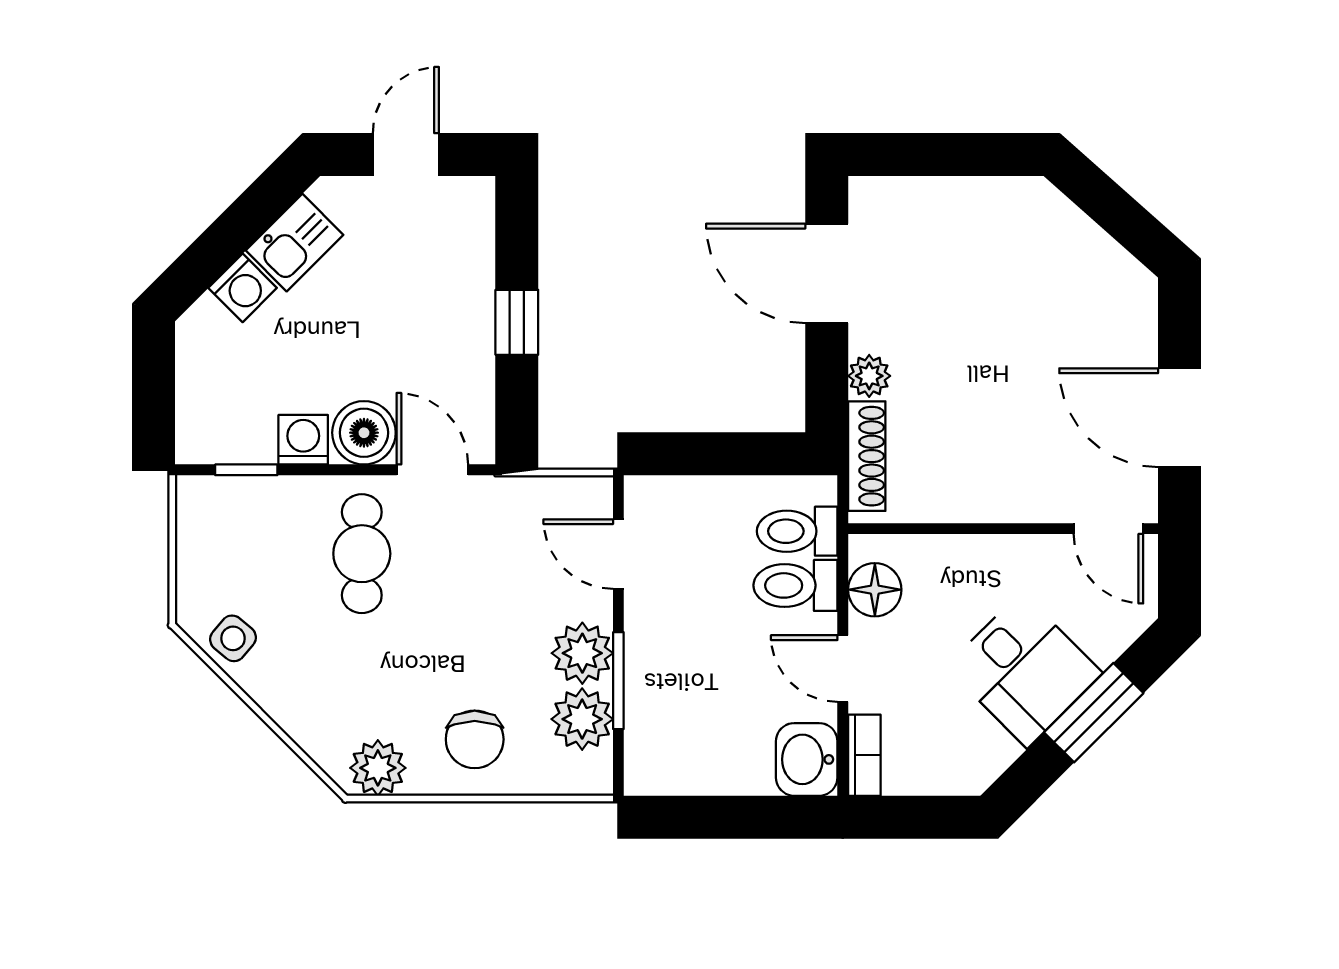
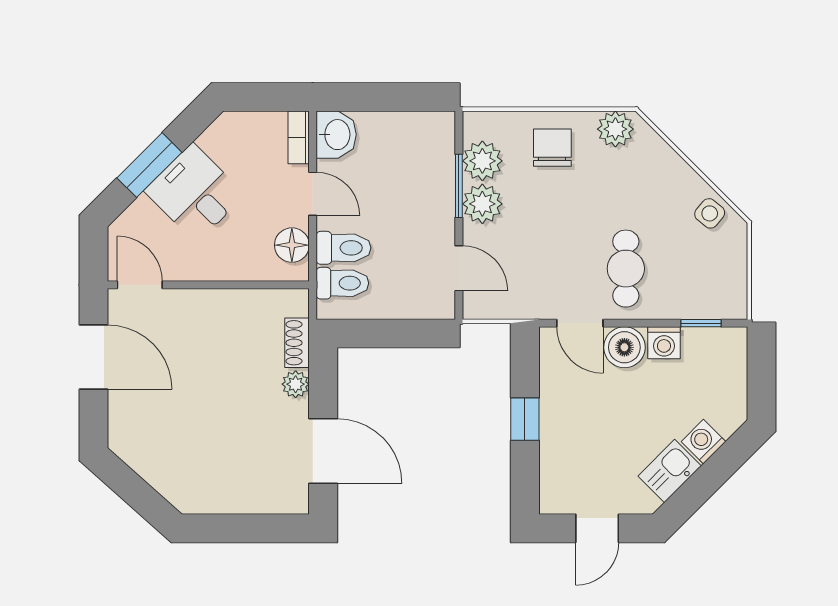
shoe rack: (867, 456) -> (297, 343), width x0.70

